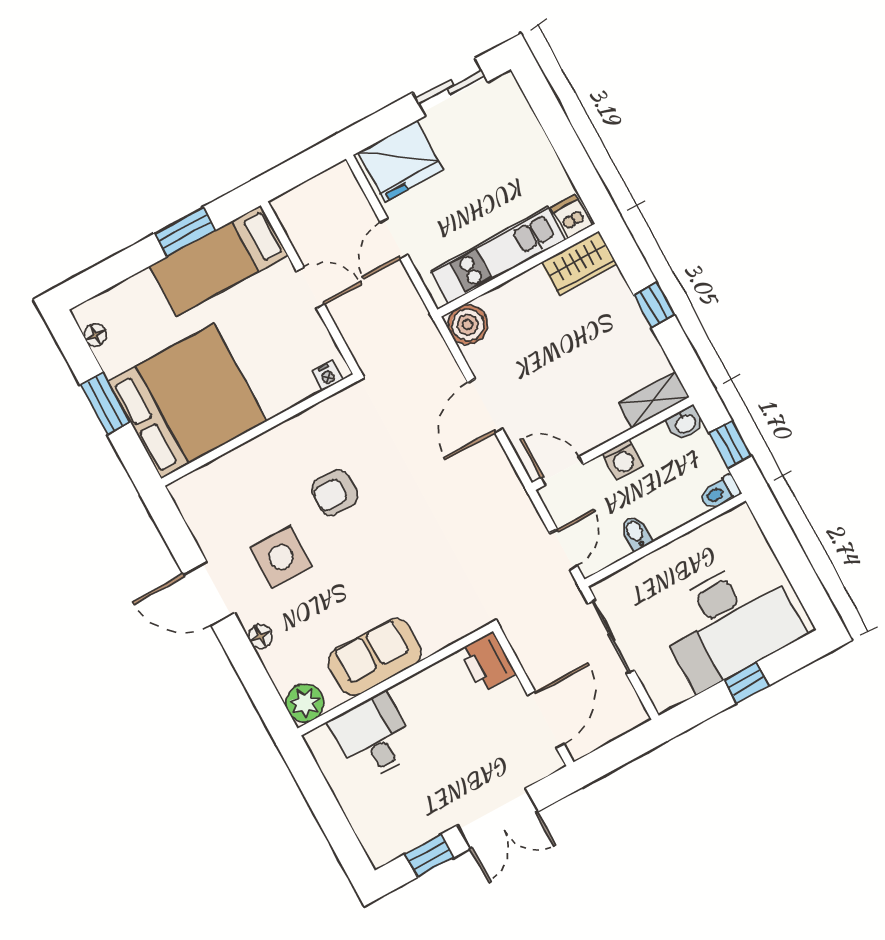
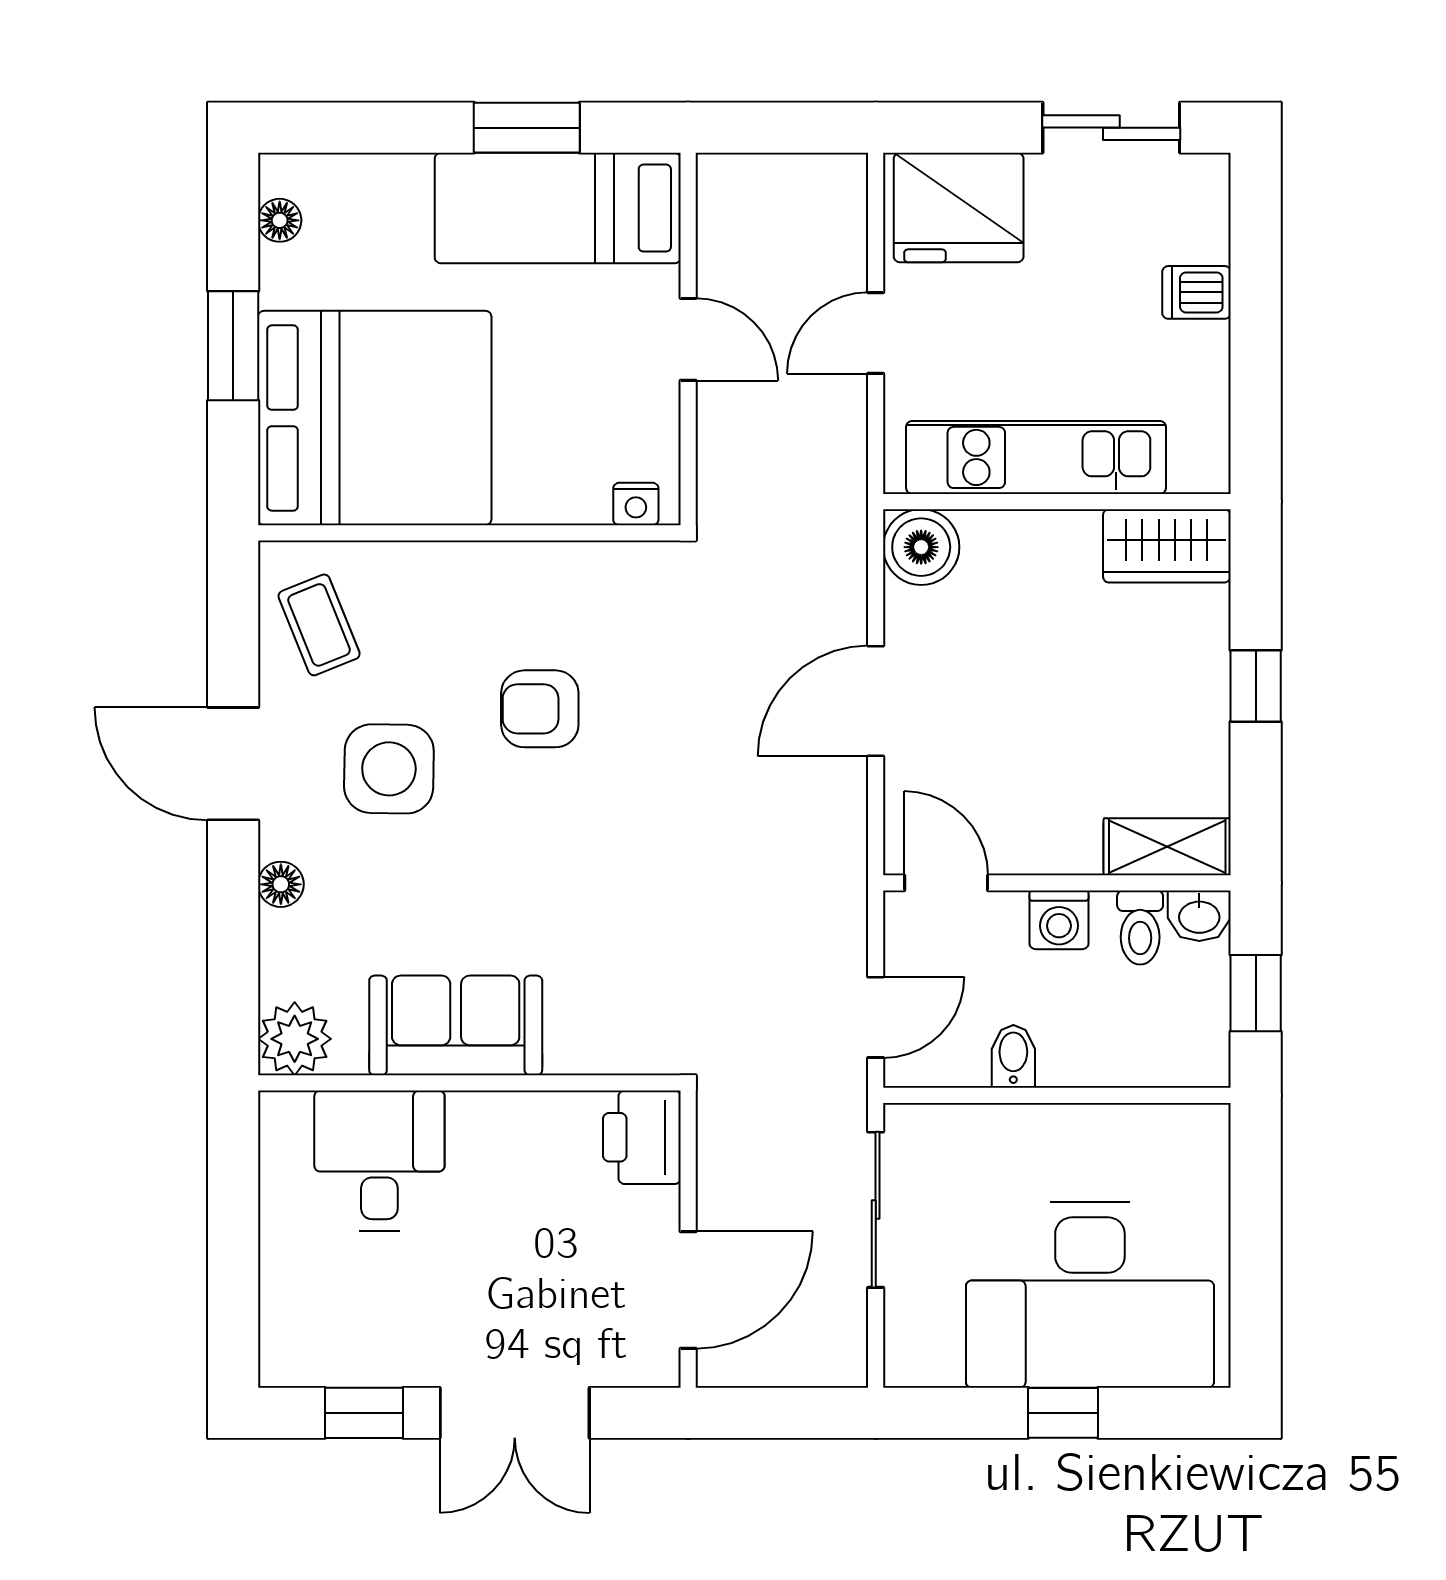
dishwasher: (572, 217) -> (1197, 292), moved, turned -90
toilet: (720, 492) -> (1140, 928), moved, turned -90
coffee table: (214, 509) -> (319, 625), added

